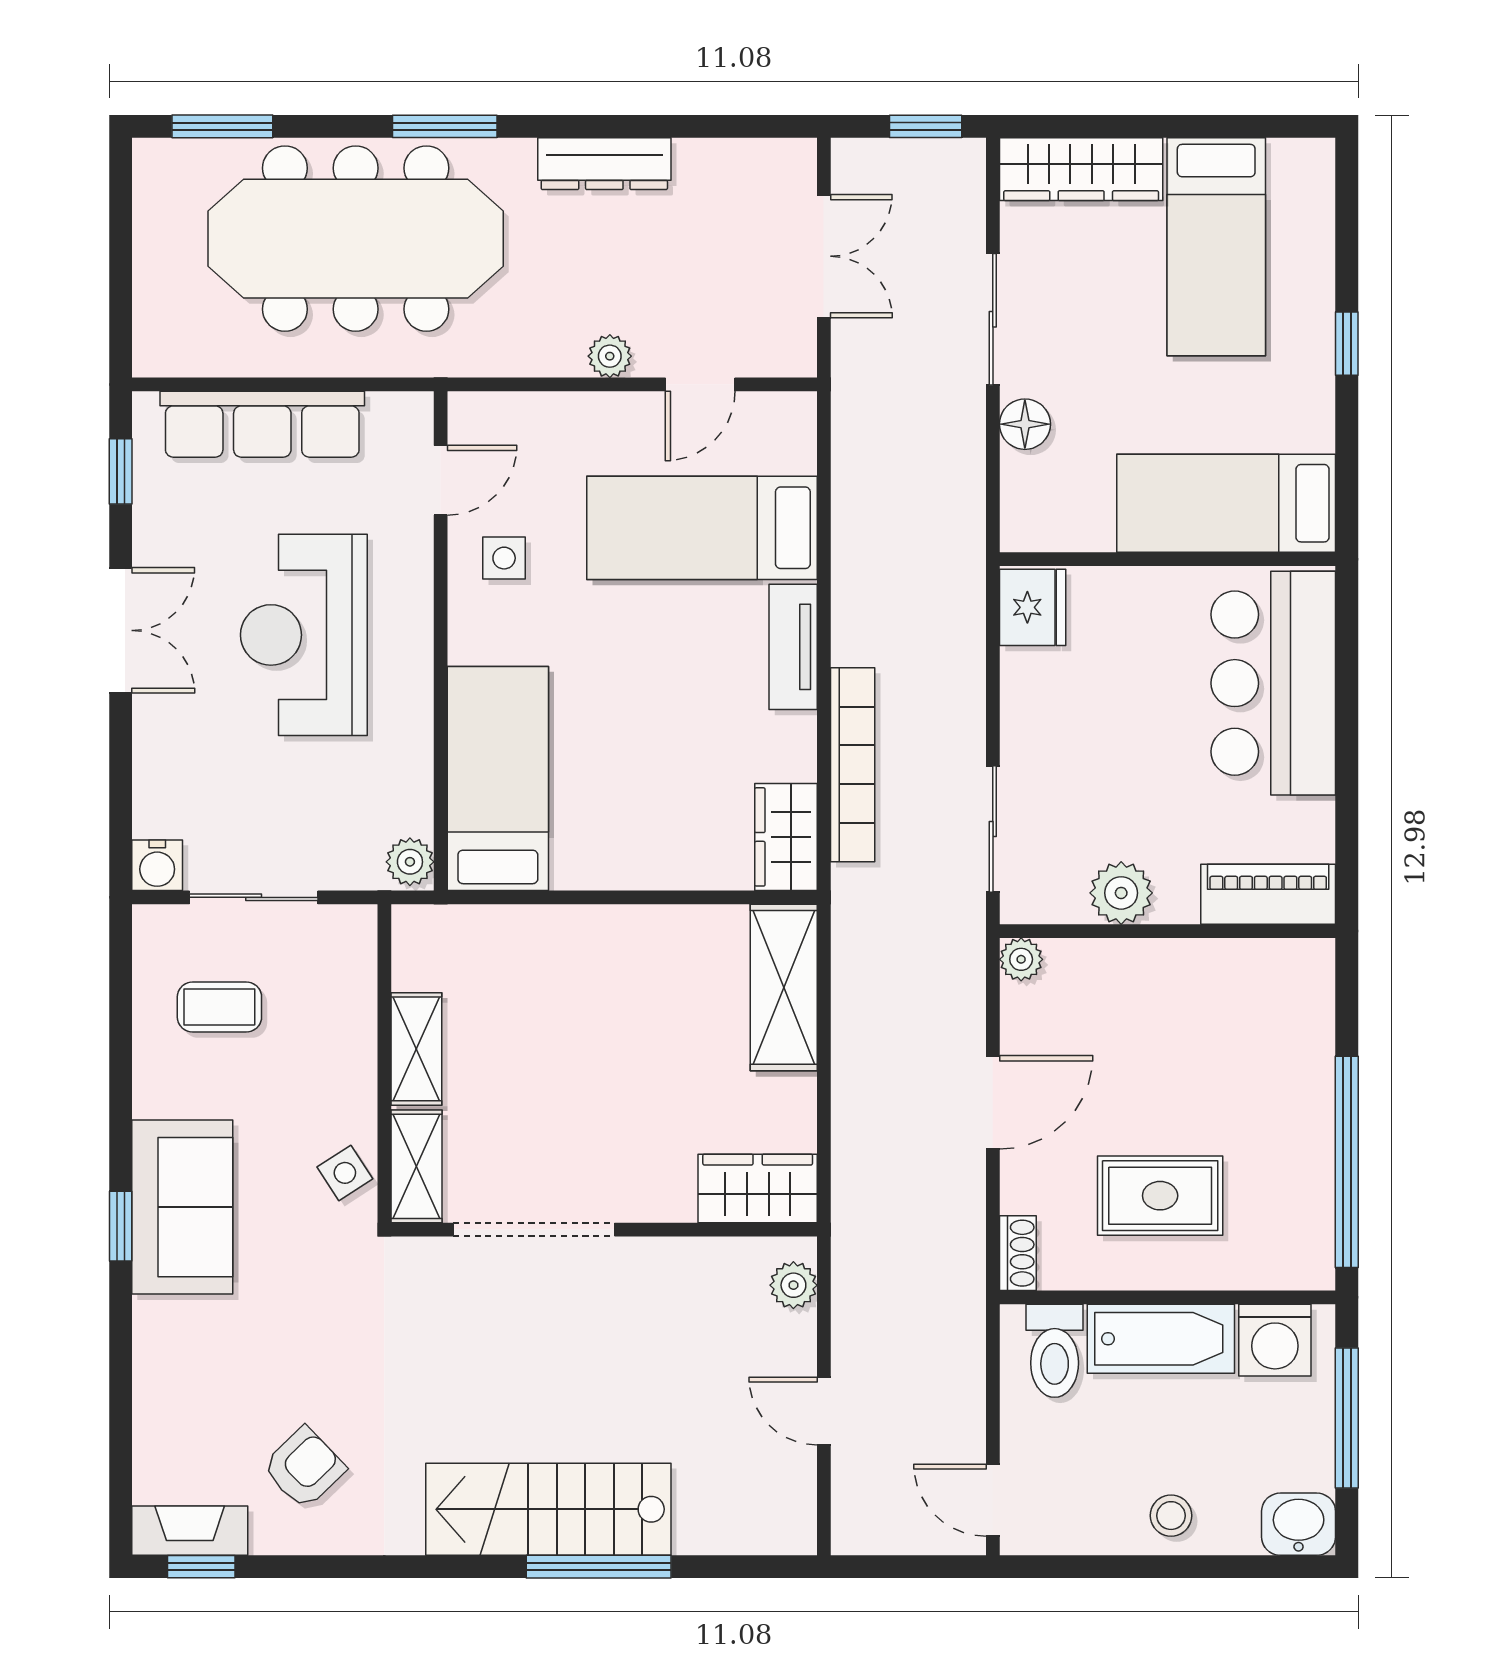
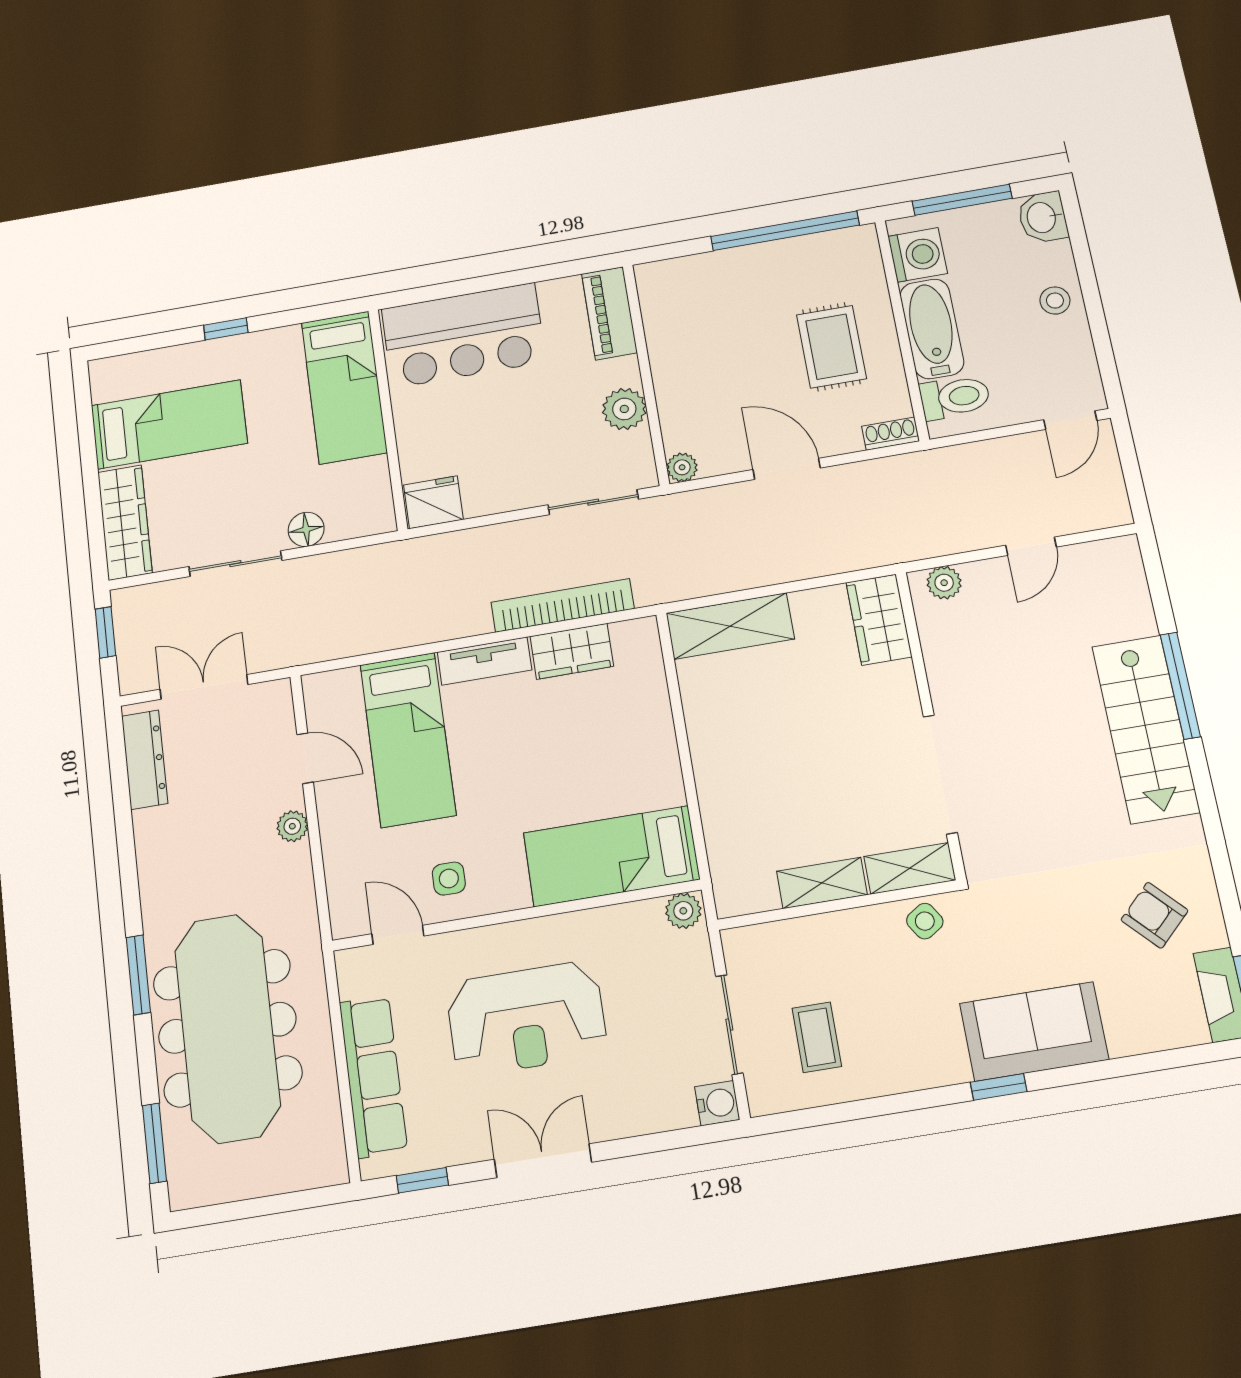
dresser: (604, 164) -> (145, 760), moved
wardrobe: (786, 837) -> (572, 651), moved
sofa: (182, 1207) -> (1034, 1031), moved

